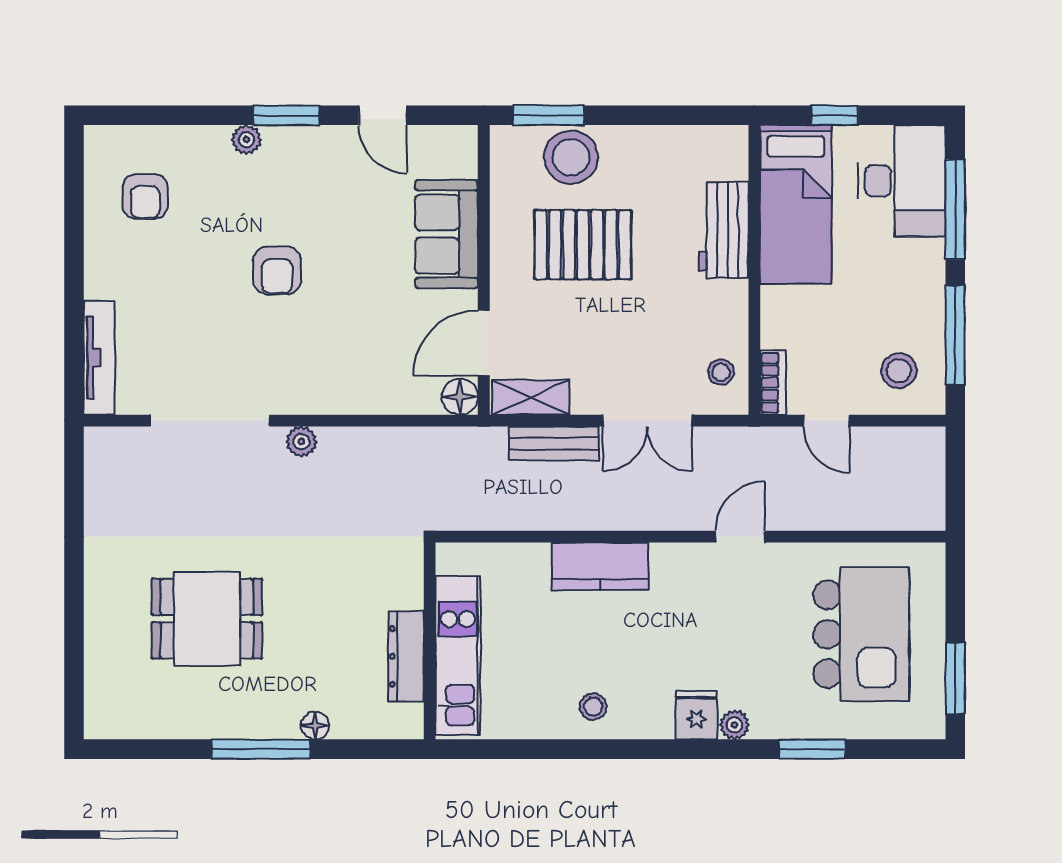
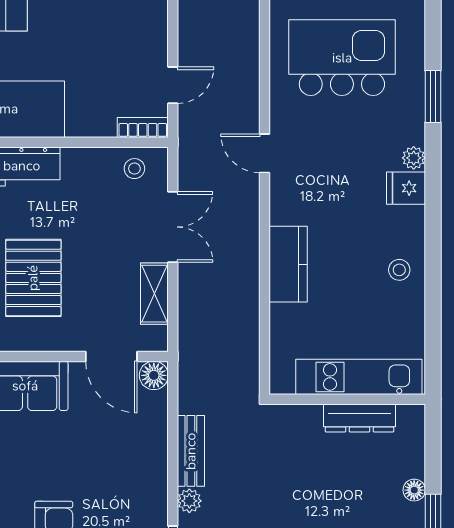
stool: (899, 371) -> (133, 28), removed
shelving: (531, 397) -> (154, 294), moved
bench: (554, 444) -> (191, 451), moved

